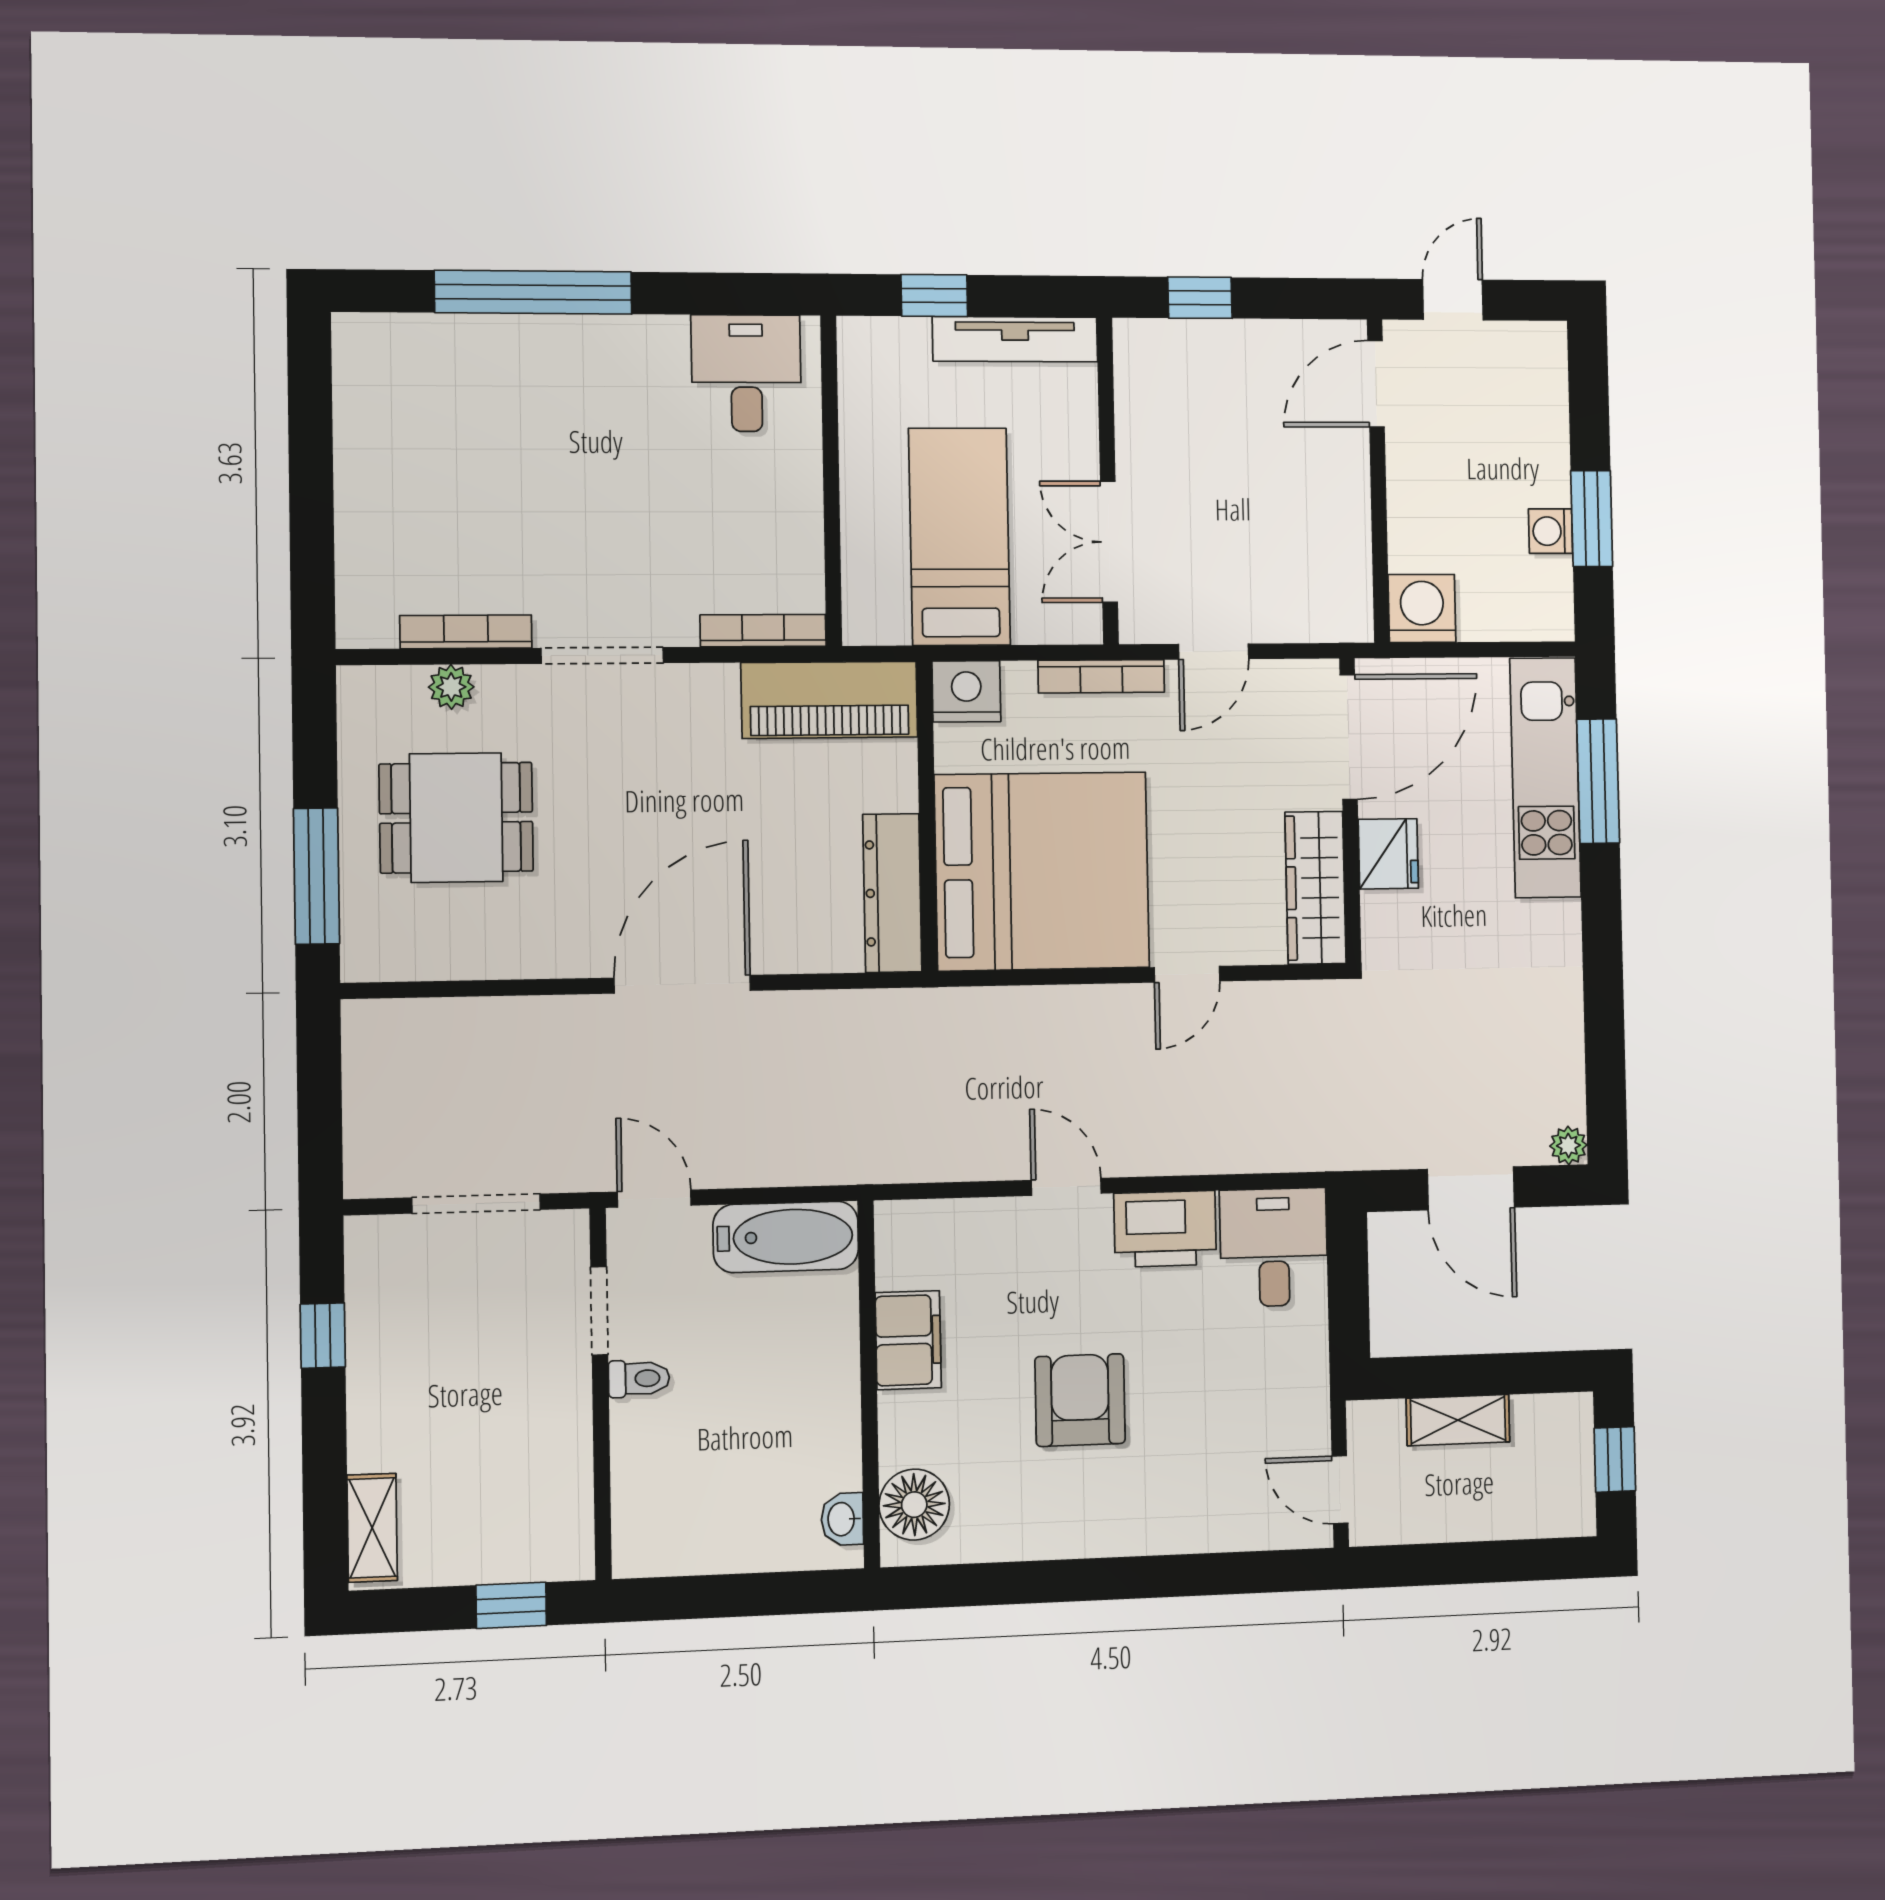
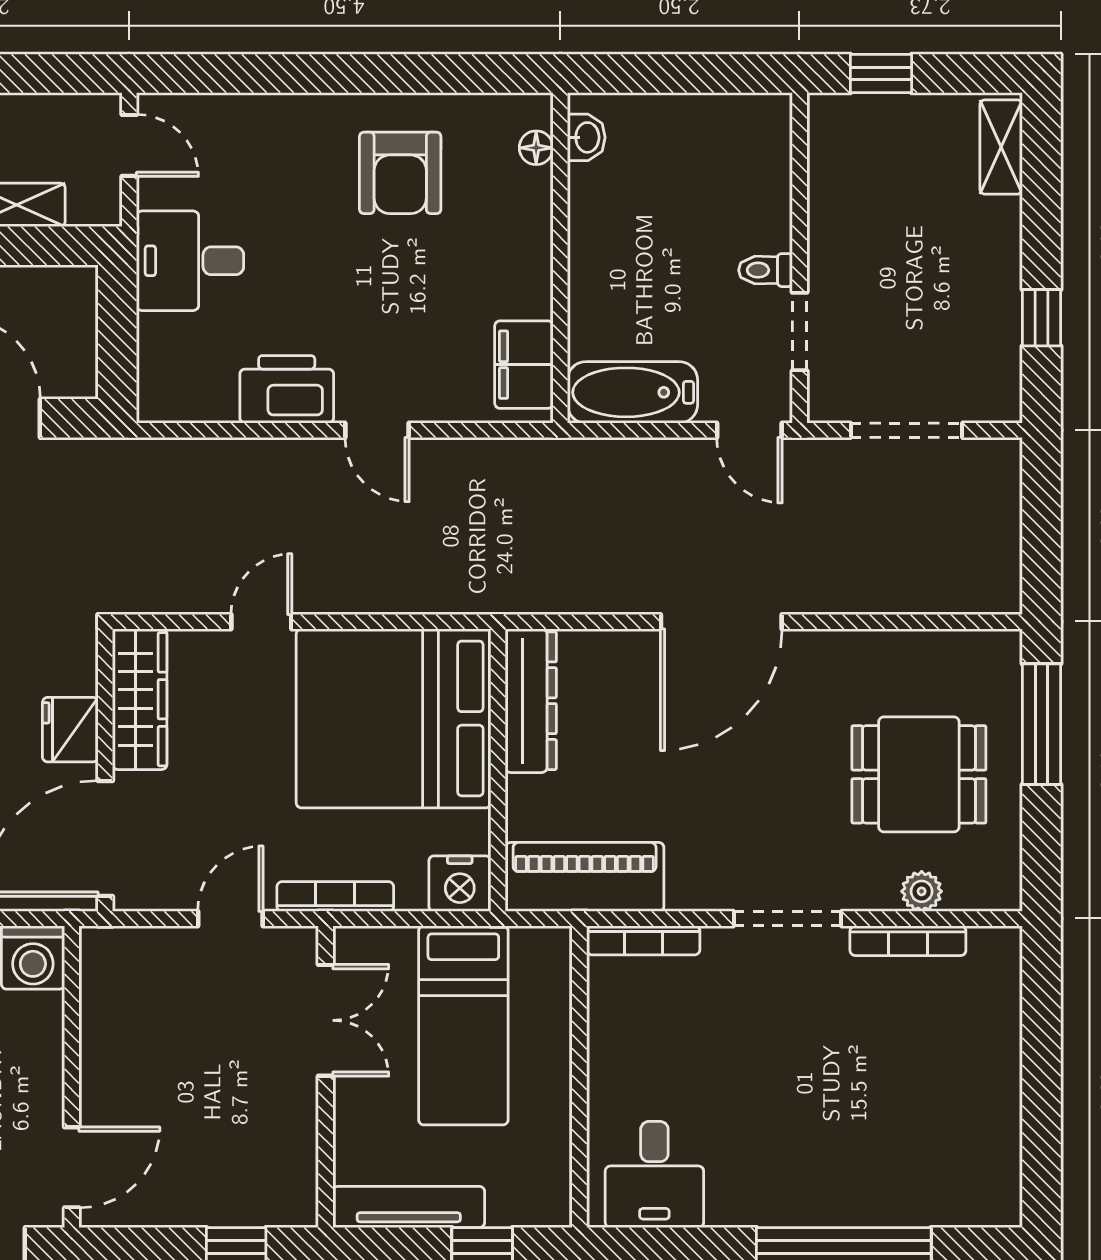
desk: (1274, 1247) -> (190, 261), moved, turned 90
filing cabinet: (908, 1340) -> (524, 365), moved
armchair: (1080, 1400) -> (400, 173), moved
floor lamp: (914, 1505) -> (536, 148), width x0.53, depth x0.53

